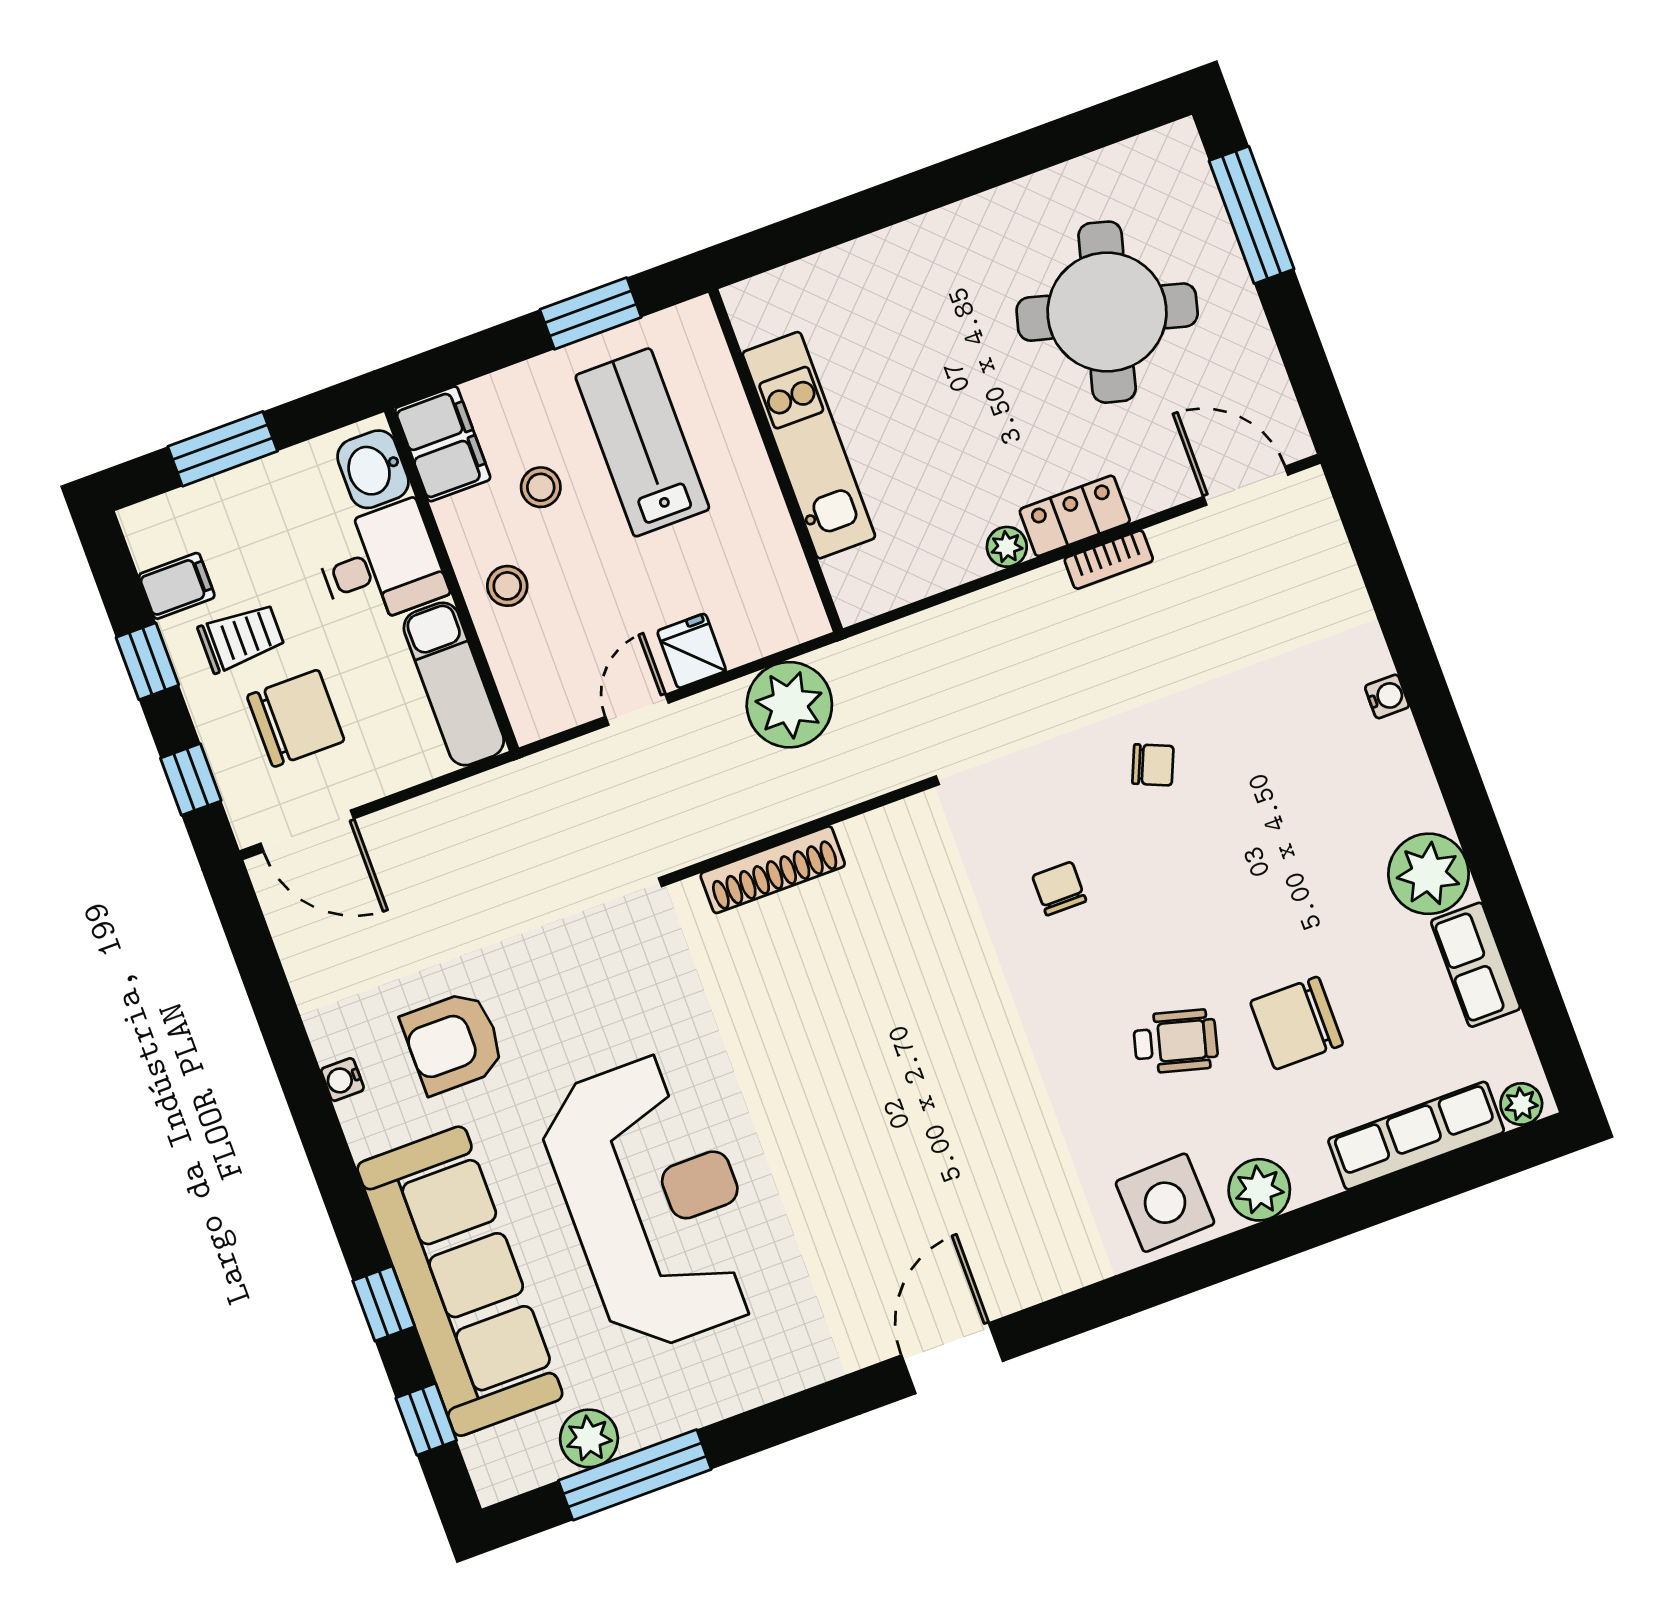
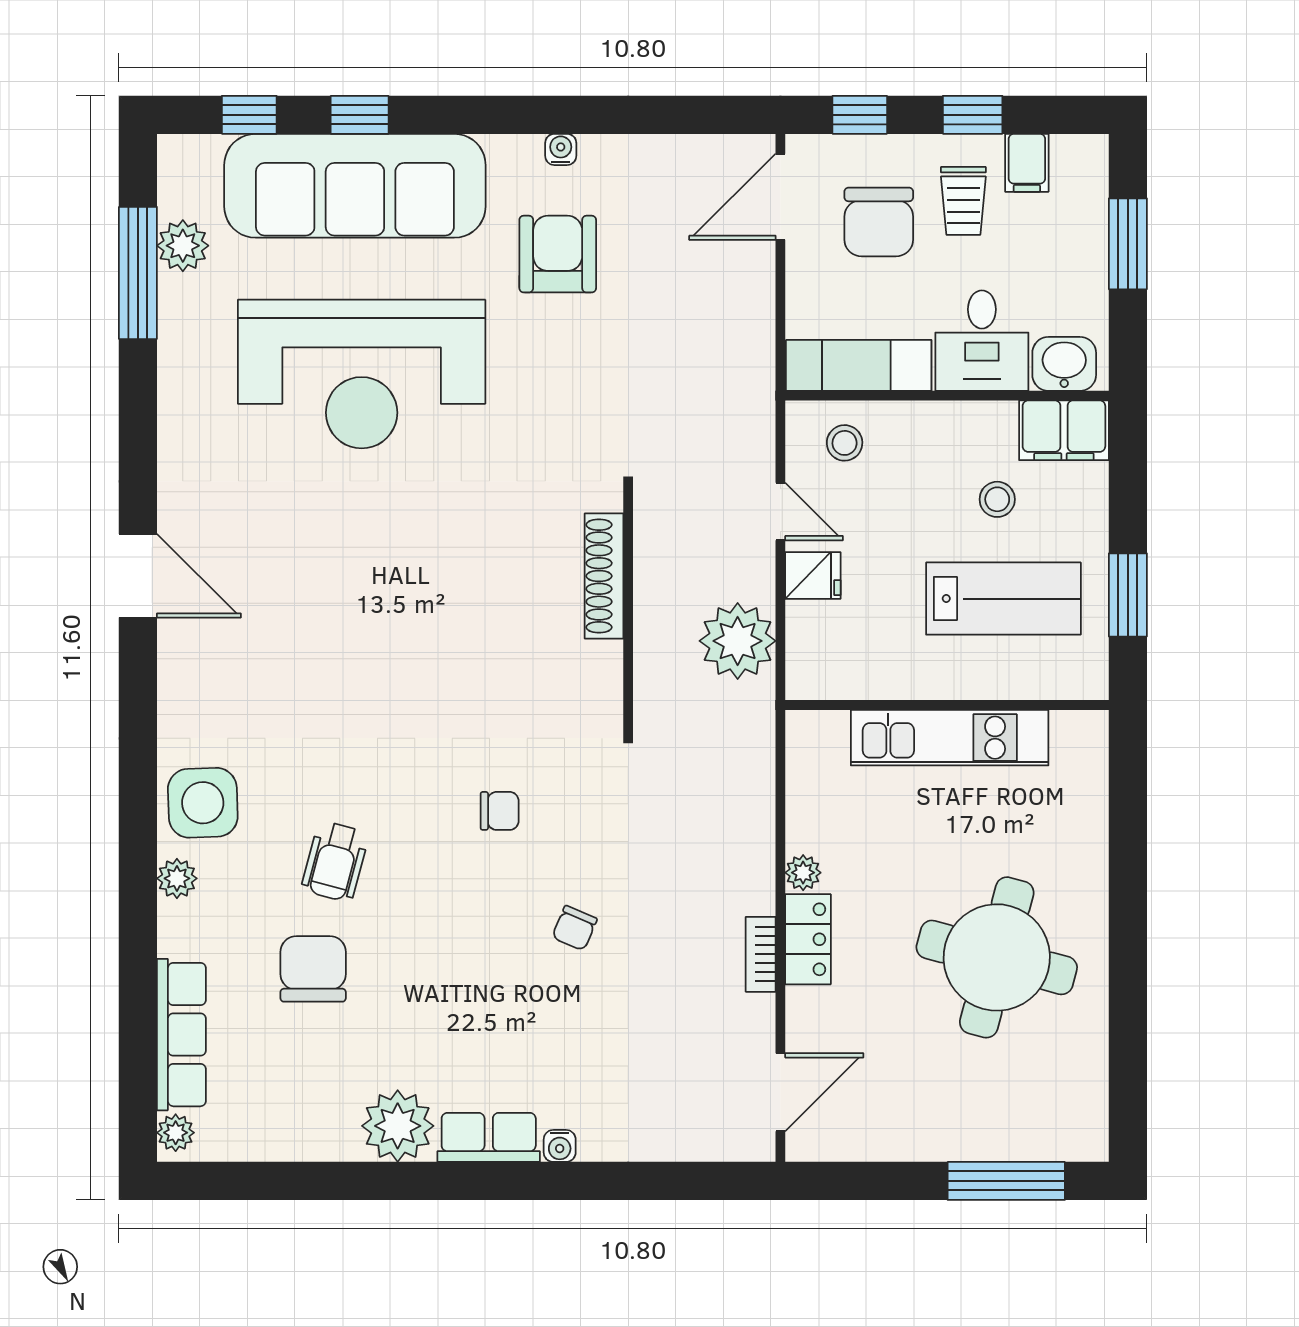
round table: (1107, 312) -> (997, 957), moved
stool: (507, 586) -> (845, 443), moved
row of seats: (1476, 965) -> (489, 1137), moved
plant: (1259, 1190) -> (177, 878), width x0.73, depth x0.73

